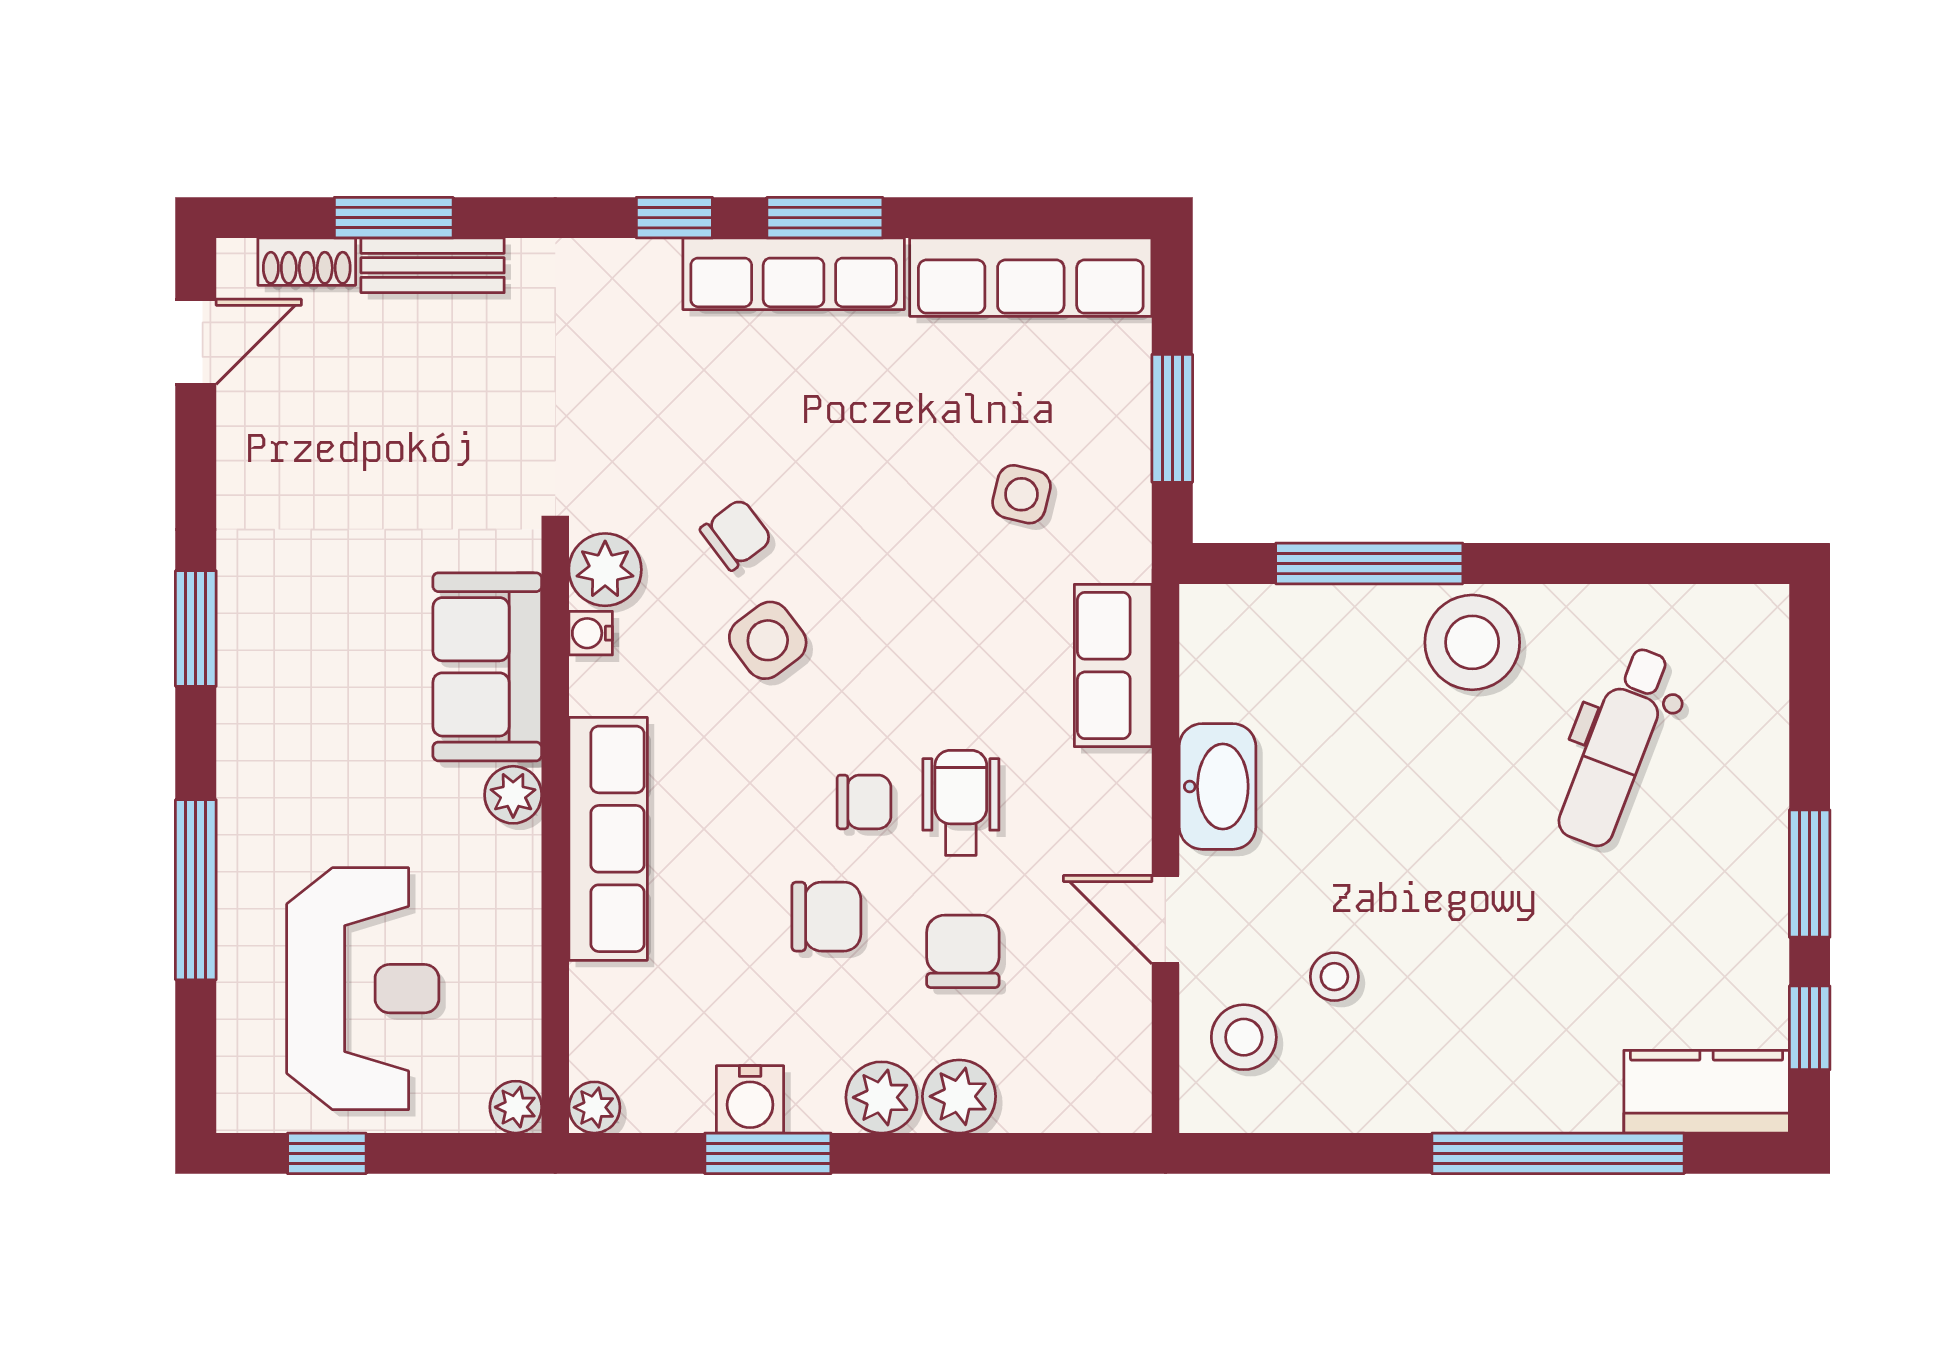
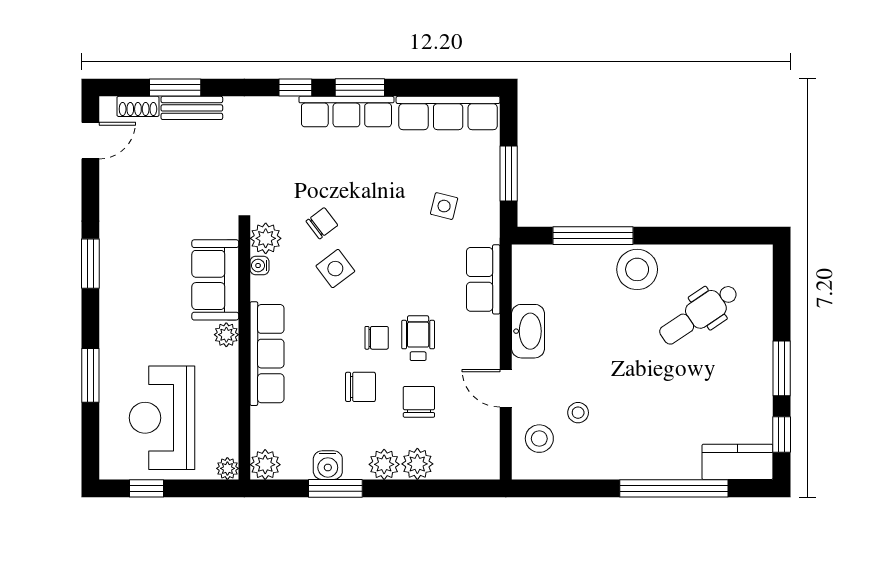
dental chair: (1616, 747) -> (699, 314), turned 35
window: (196, 890) -> (90, 375), width x0.69
reception desk: (363, 989) -> (162, 418), turned 180
plant: (594, 1107) -> (265, 465), width x1.38, depth x1.38

